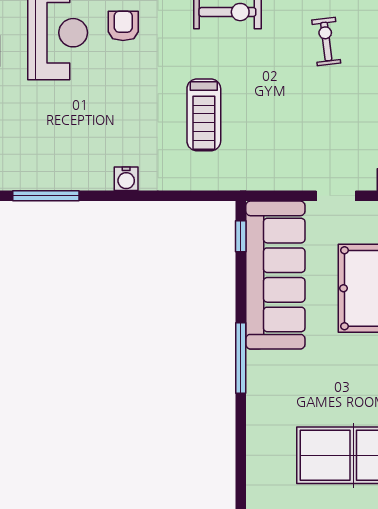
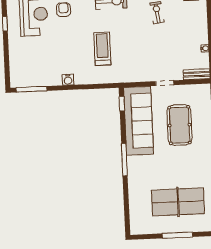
treadmill: (204, 115) -> (102, 49), turned 180

